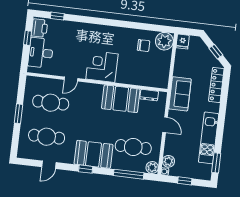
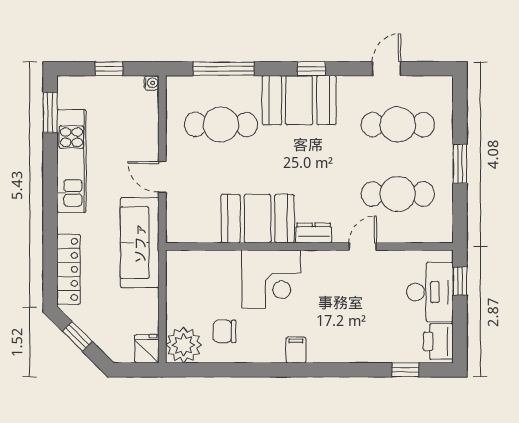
filing cabinet: (110, 32) -> (296, 350), added
window: (28, 38) -> (460, 281), moved
corner desk: (102, 66) -> (271, 279), moved
sofa: (180, 94) -> (140, 243), width x1.36
dresser: (149, 95) -> (314, 233), moved
plant: (168, 161) -> (147, 104), removed
plant: (152, 167) -> (178, 88), removed

